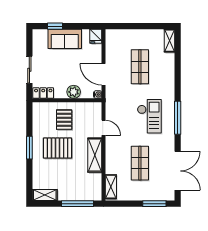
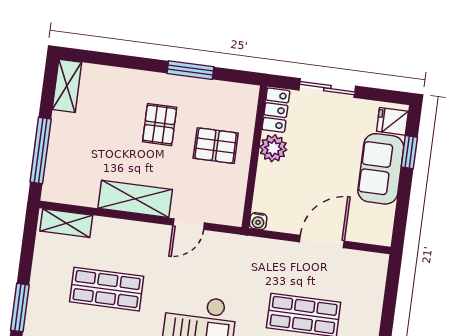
fridge: (96, 36) -> (392, 121), moved
door: (103, 74) -> (322, 242), moved
plant: (74, 92) -> (273, 148), moved
window: (29, 148) -> (190, 70), moved
pallet: (58, 148) -> (160, 125), width x0.67, depth x0.71

